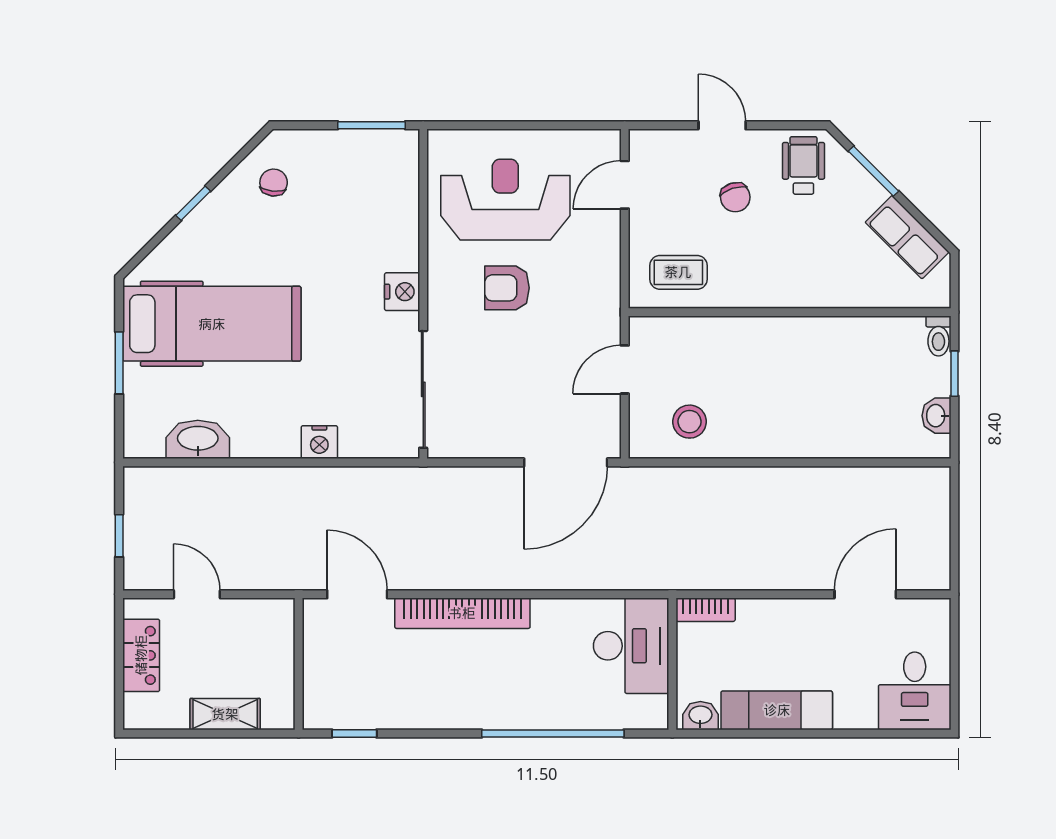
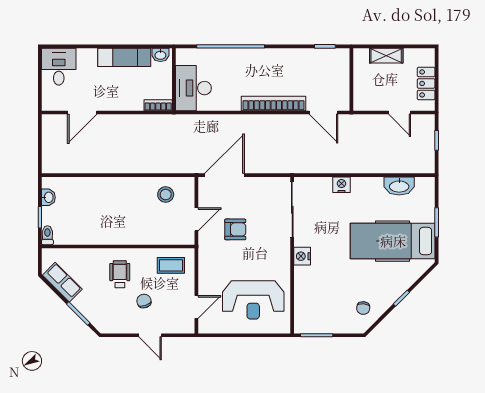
wheelchair: (803, 165) -> (120, 274), moved, turned 180
armchair: (507, 288) -> (235, 229), moved

